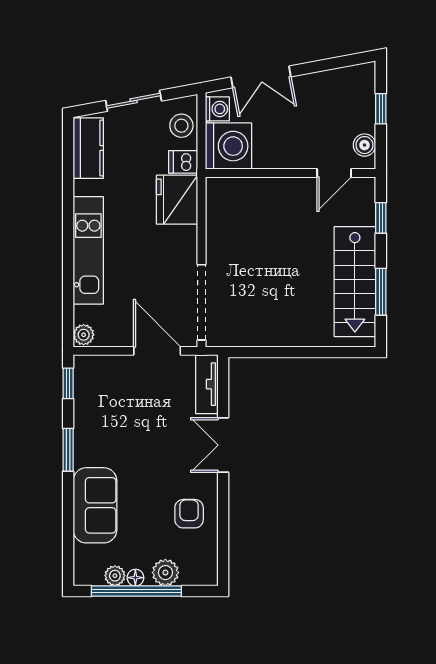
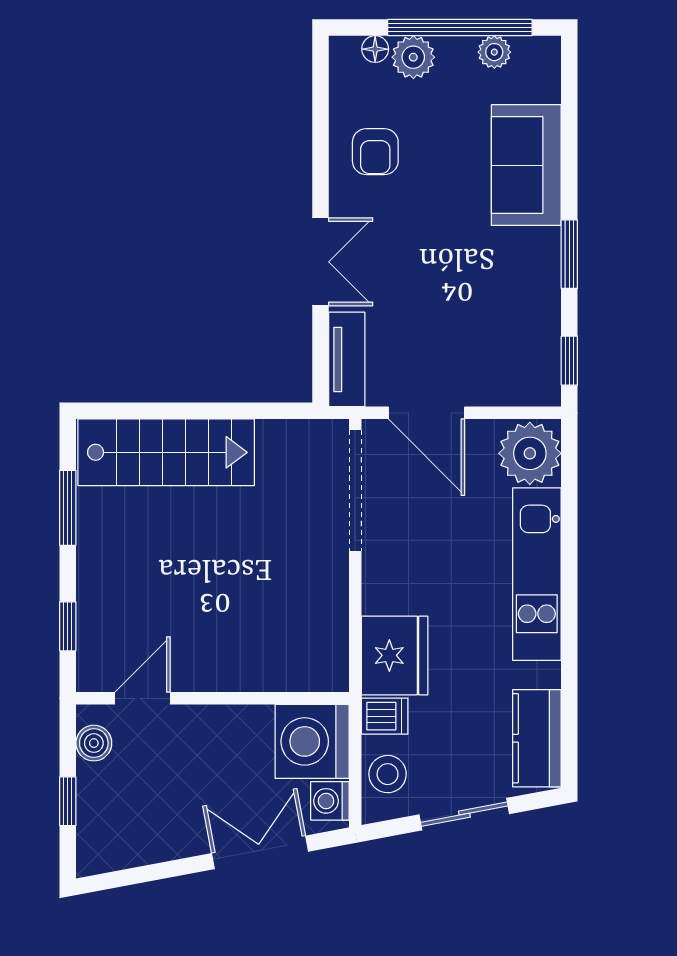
stairs: (355, 282) -> (166, 452), moved, turned 90
plant: (84, 335) -> (530, 453), width x1.87, depth x1.87
floor lamp: (135, 578) -> (375, 49), moved

